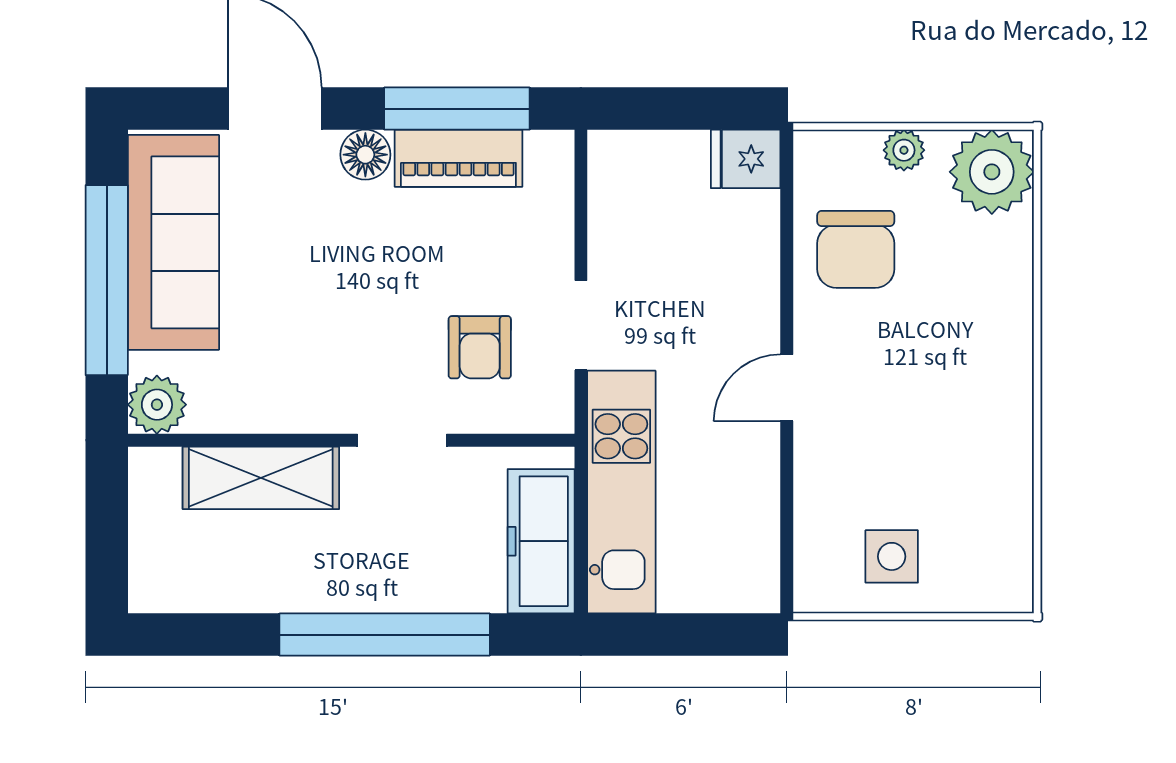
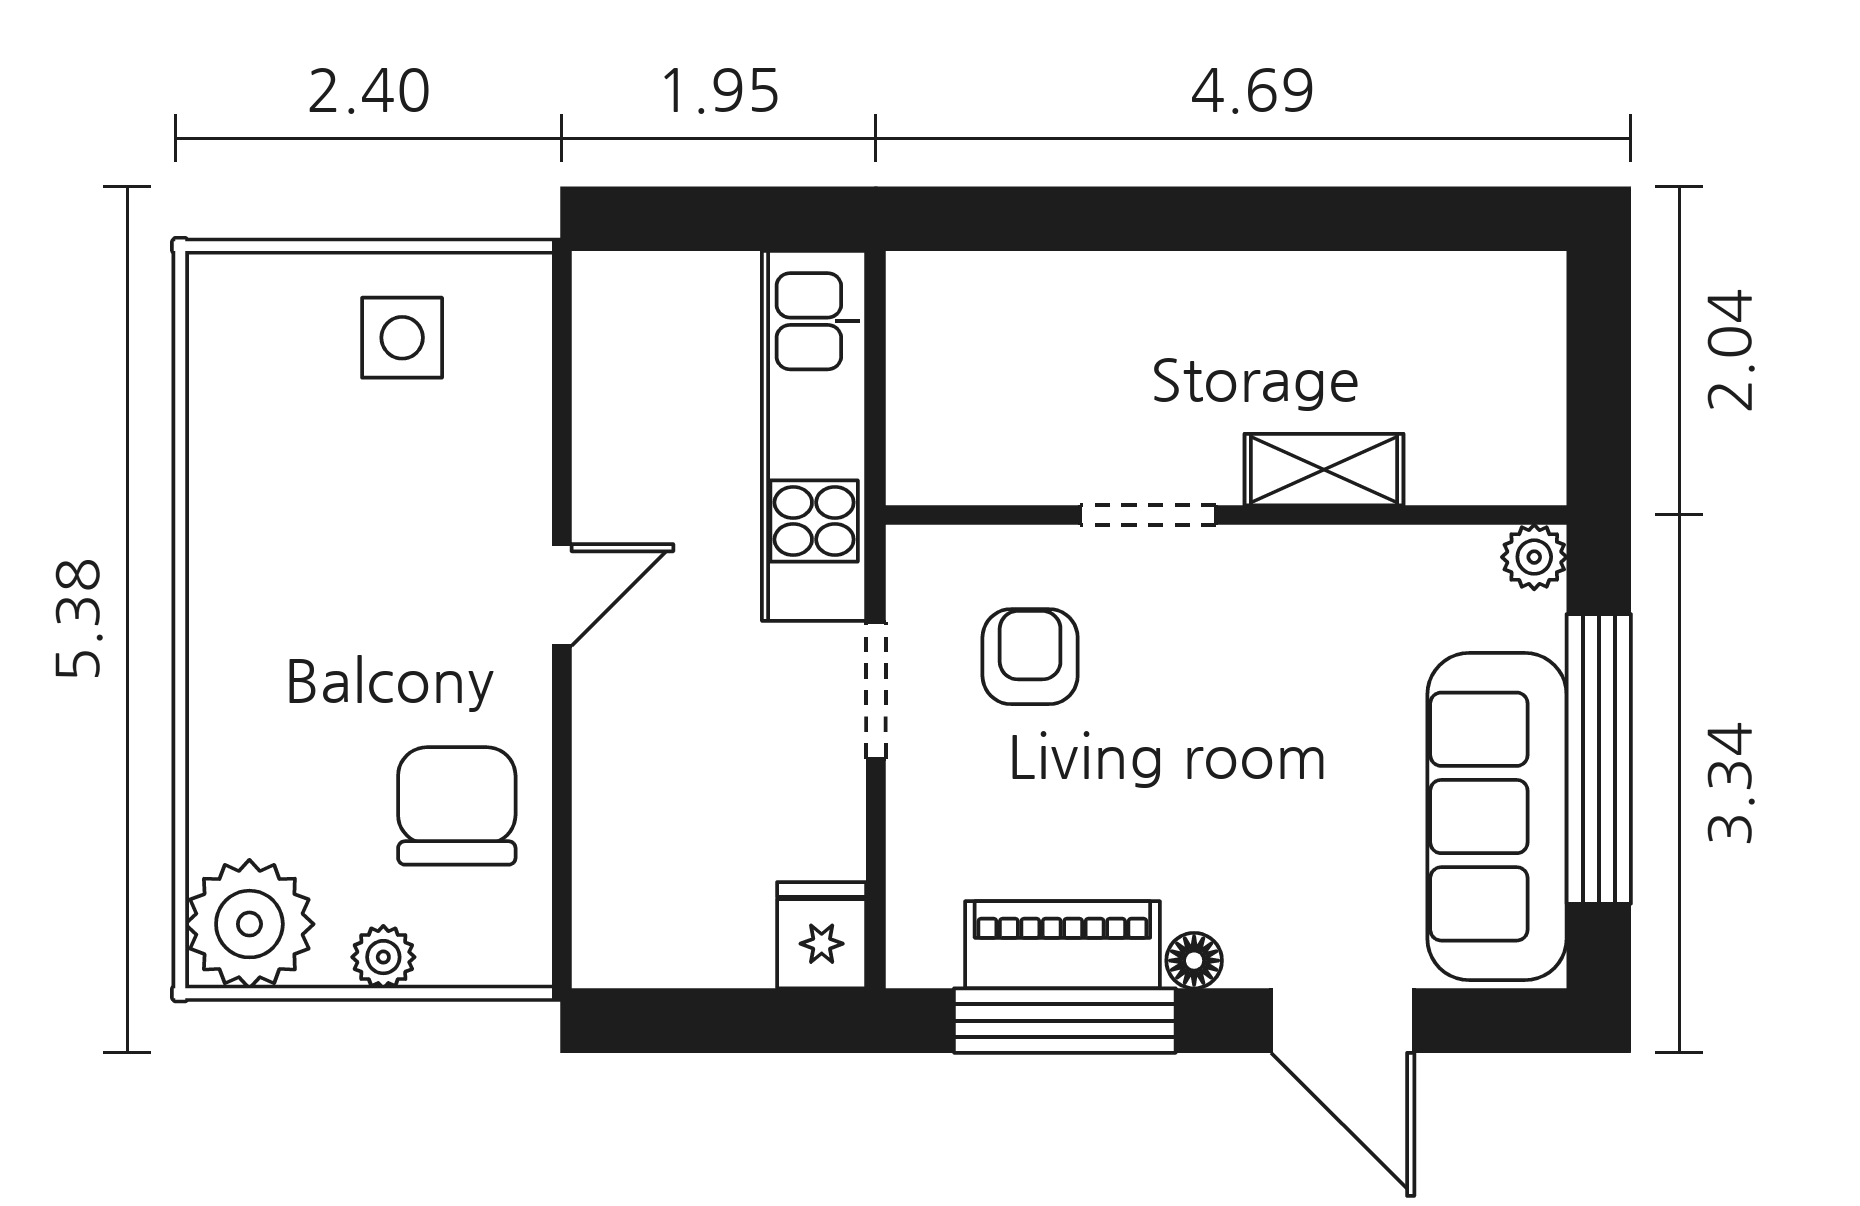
floor lamp: (365, 155) -> (1194, 961), width x0.73, depth x0.73
fridge: (746, 159) -> (822, 935), moved, turned -90
plant: (157, 405) -> (1534, 557), width x0.73, depth x0.73
shelving: (261, 478) -> (1324, 470), width x0.67, depth x0.75
freezer: (541, 541) -> (937, 361), removed
window: (385, 635) -> (1175, 219), removed

